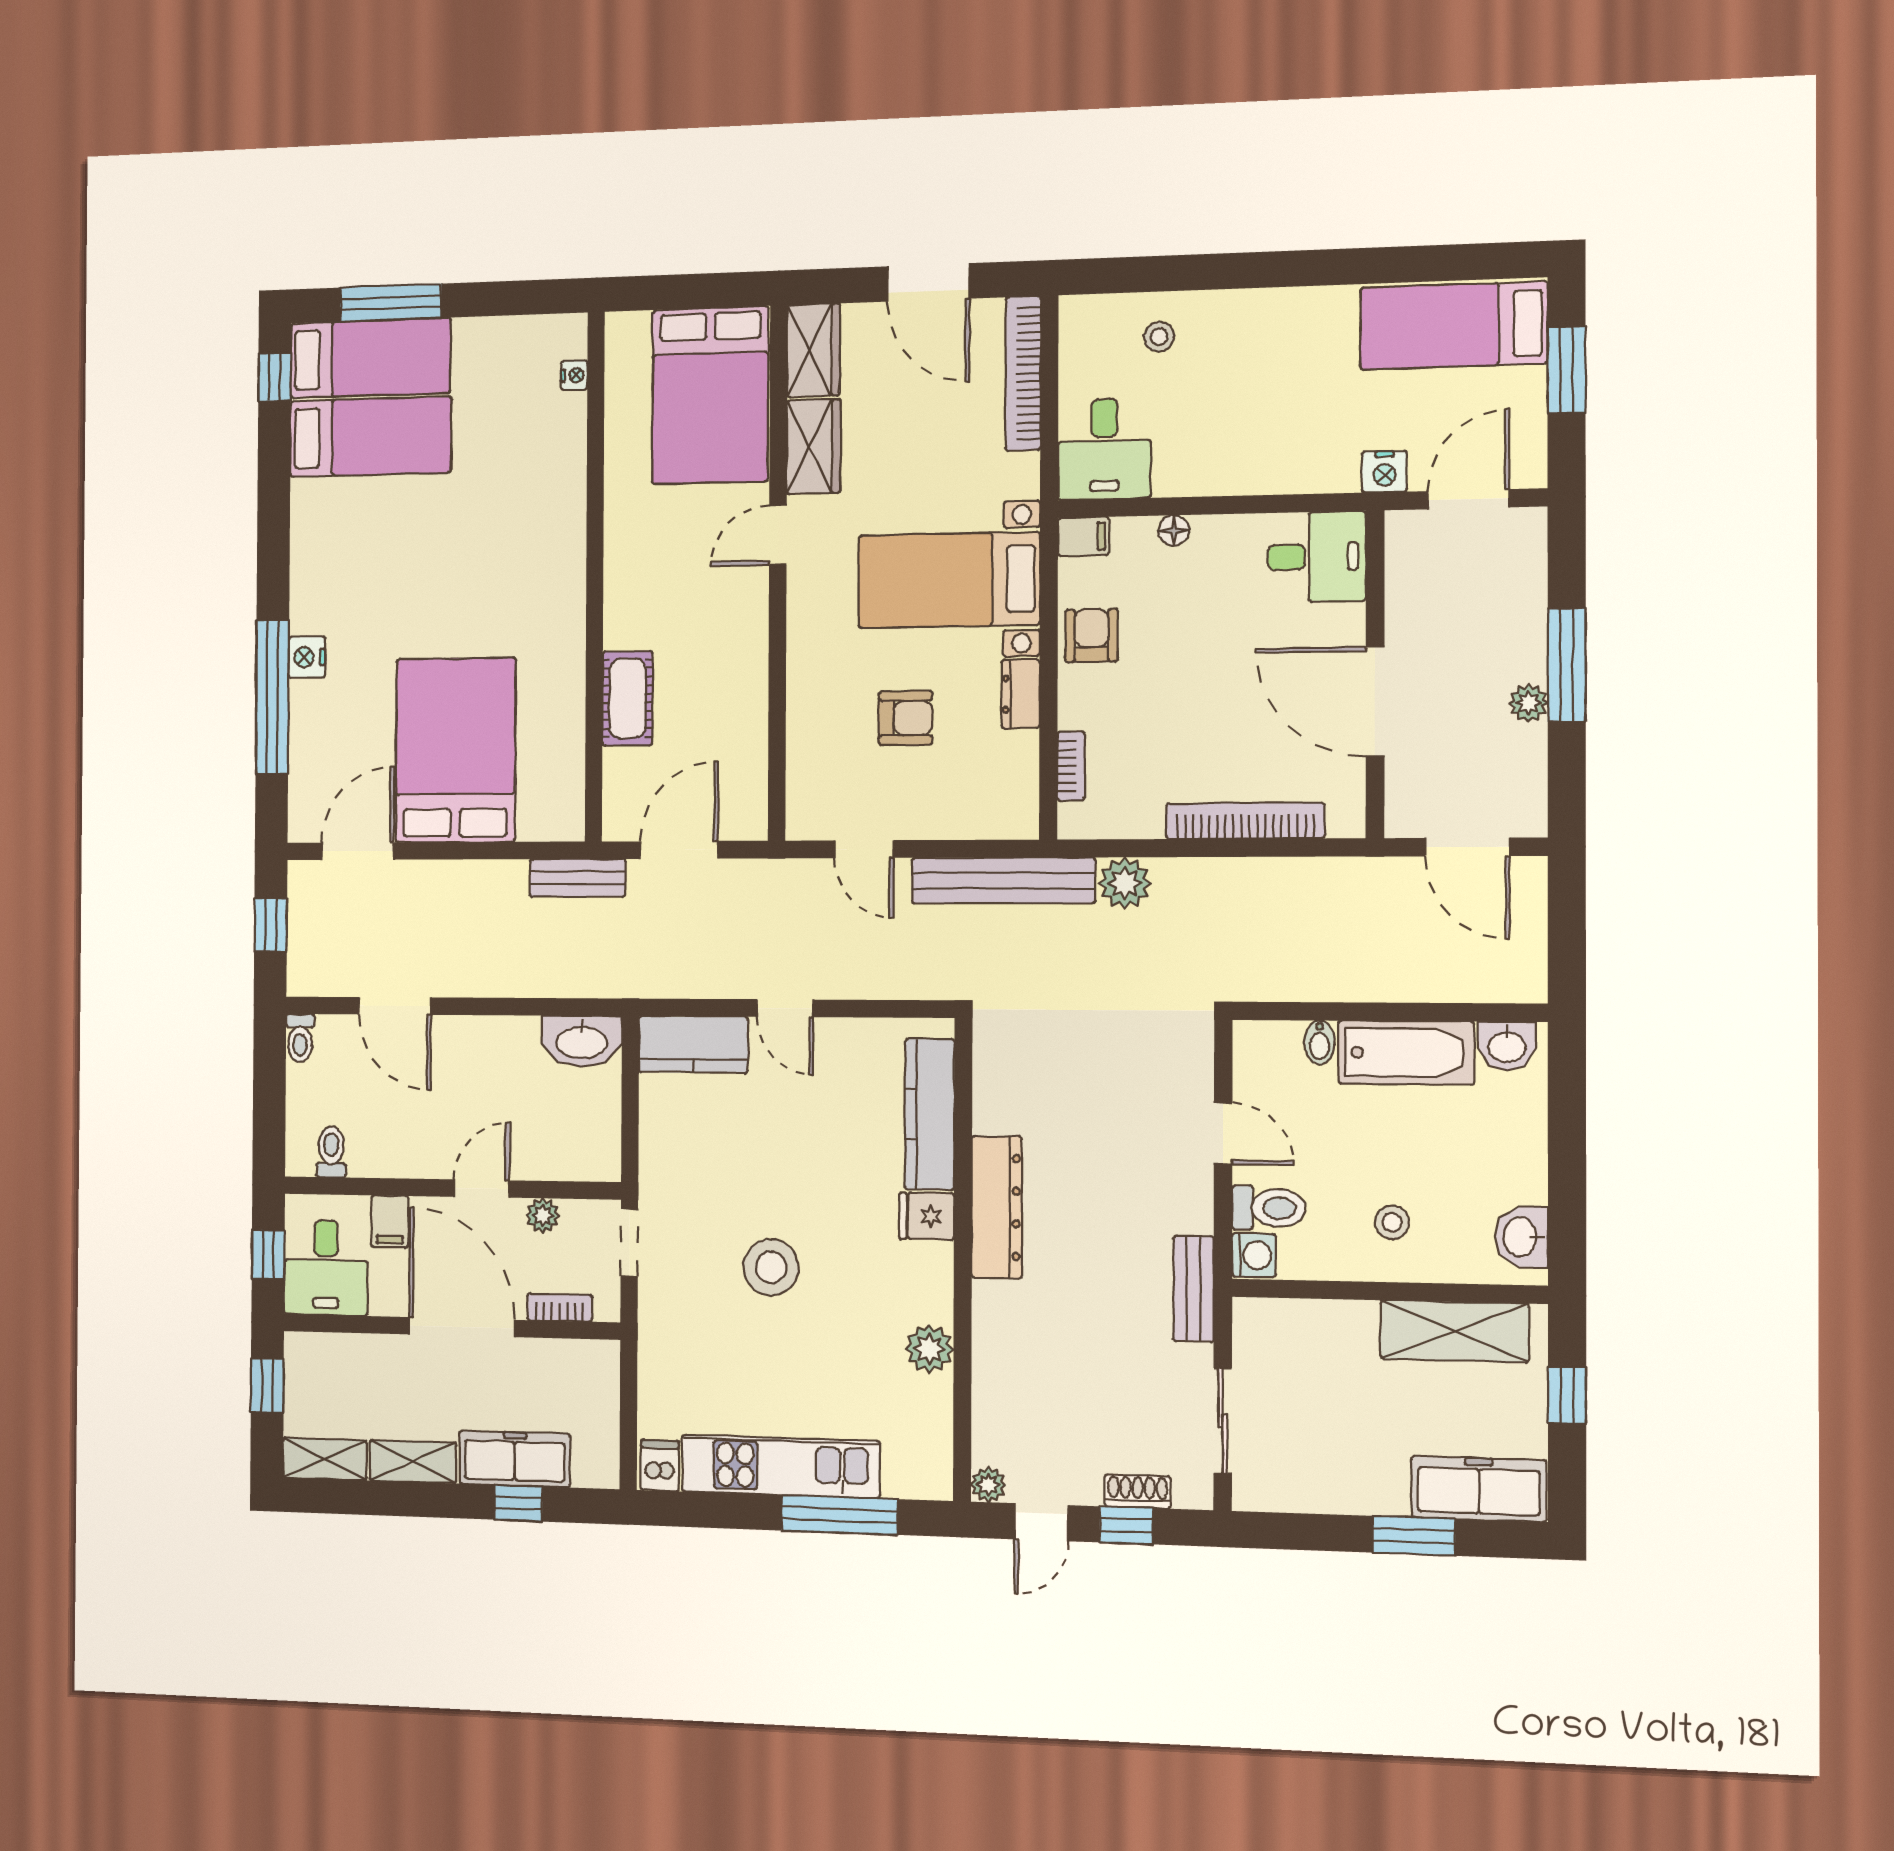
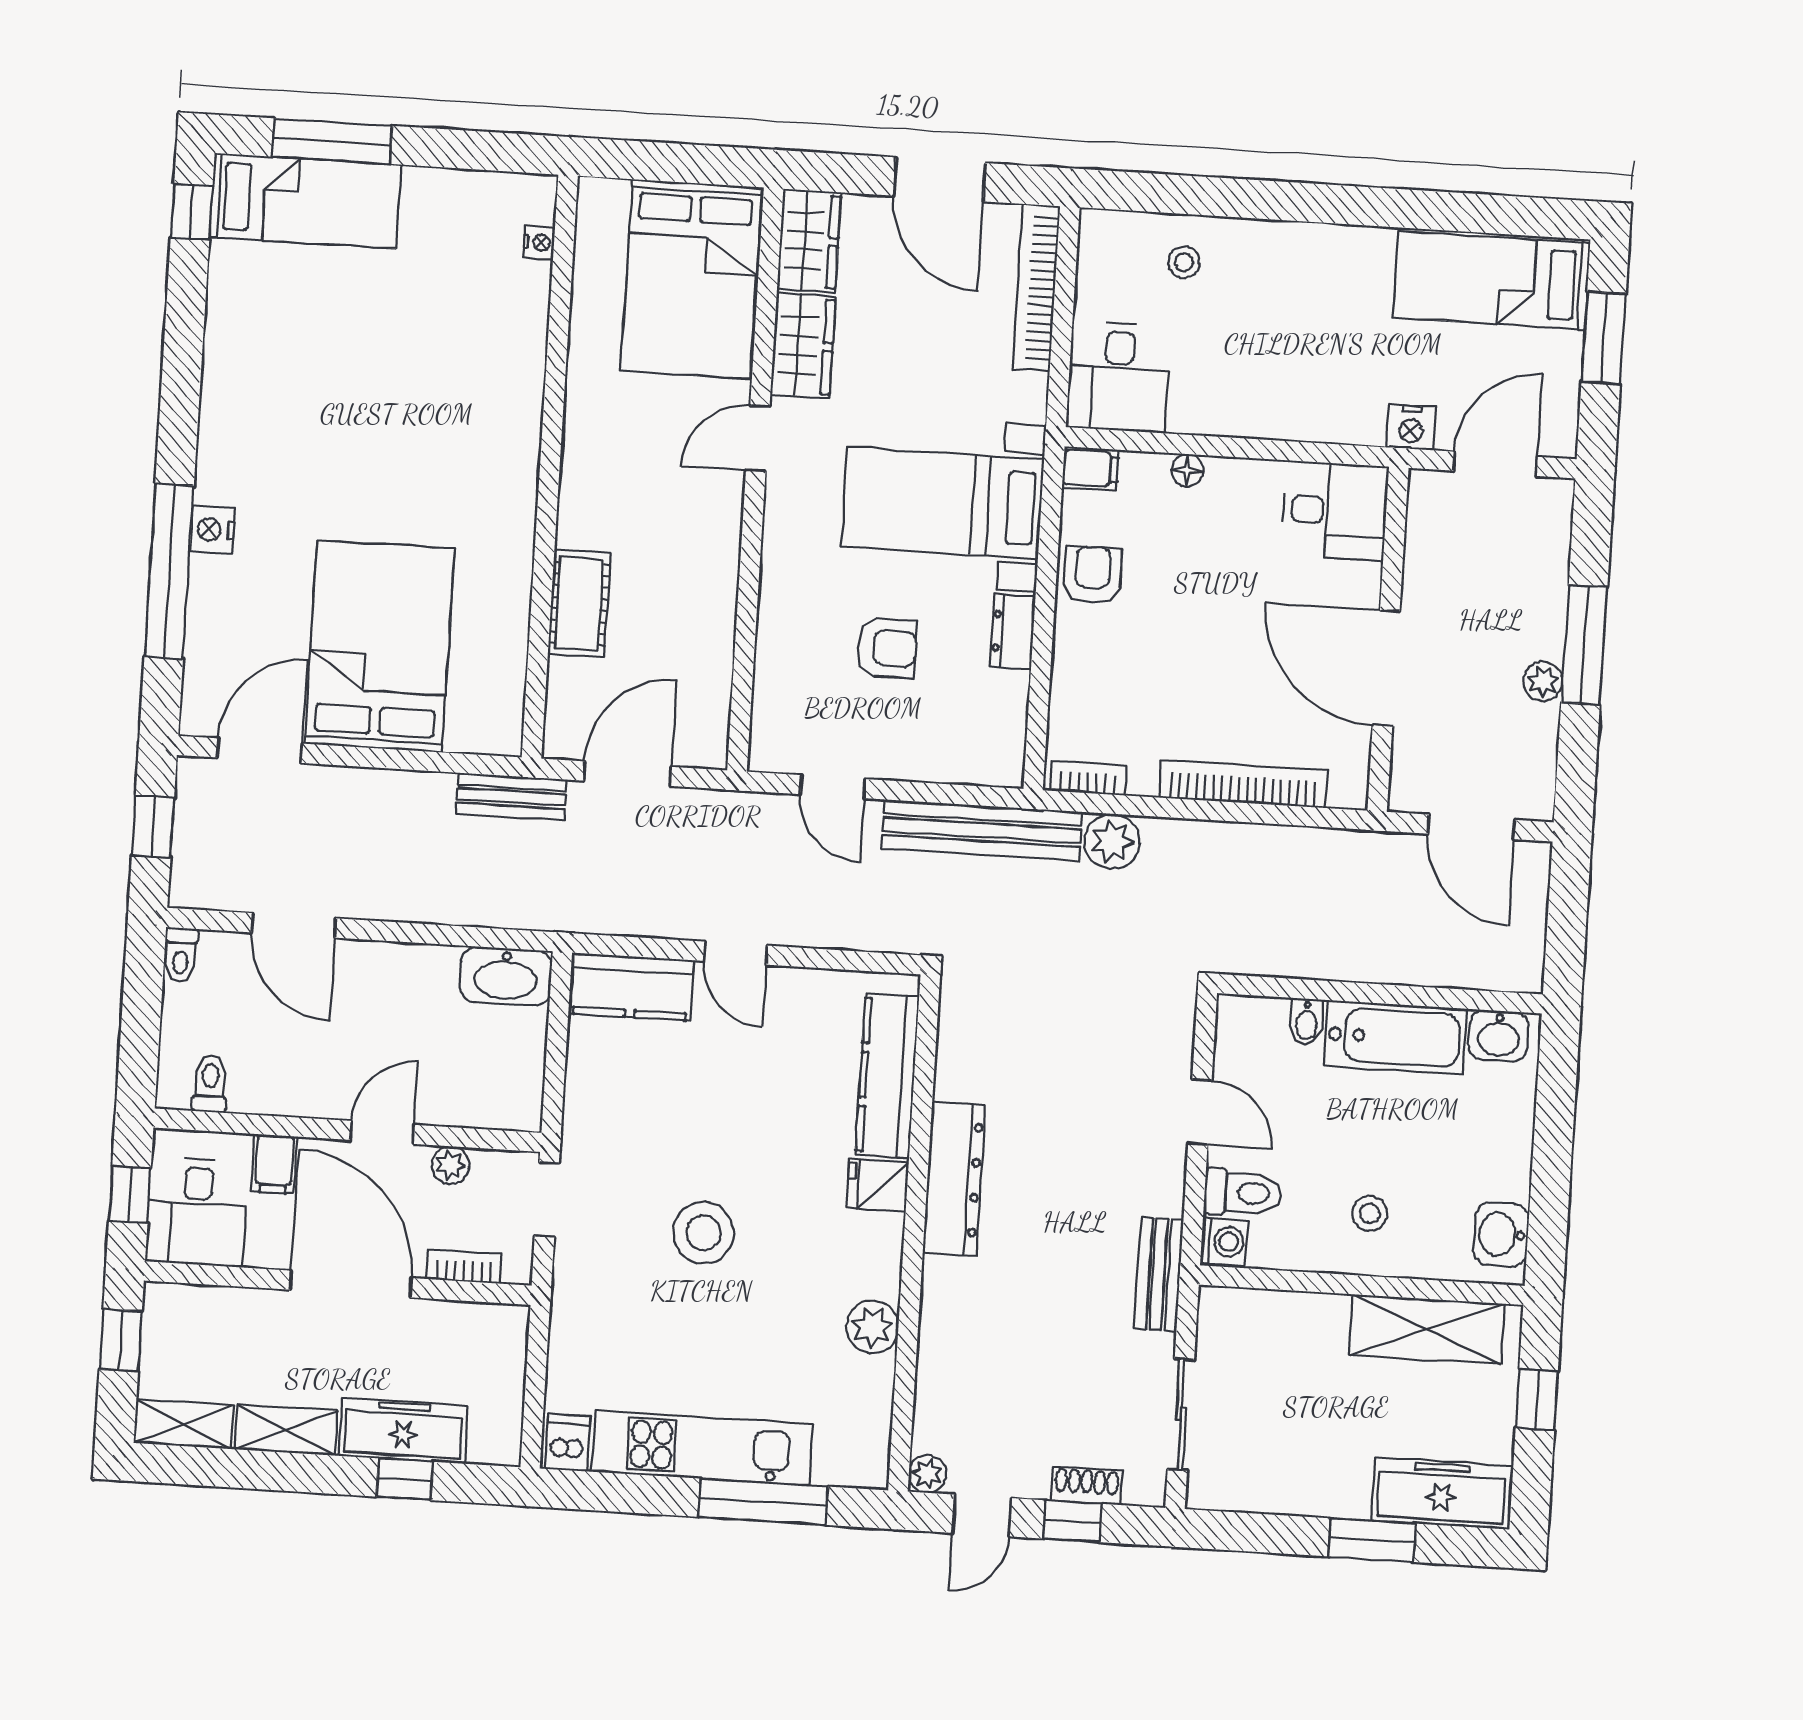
bed: (370, 437) -> (300, 289), removed
bookcase: (1071, 766) -> (1088, 778), moved, turned -90

